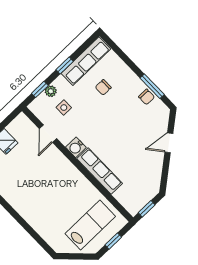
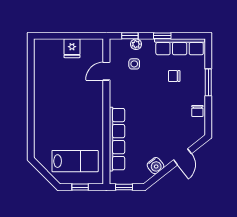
window: (152, 86) -> (208, 82), moved
door: (169, 143) -> (182, 157), swing flipped
water cooler: (76, 147) -> (155, 166), moved, turned -128
row of seats: (100, 171) -> (117, 139), width x1.36

